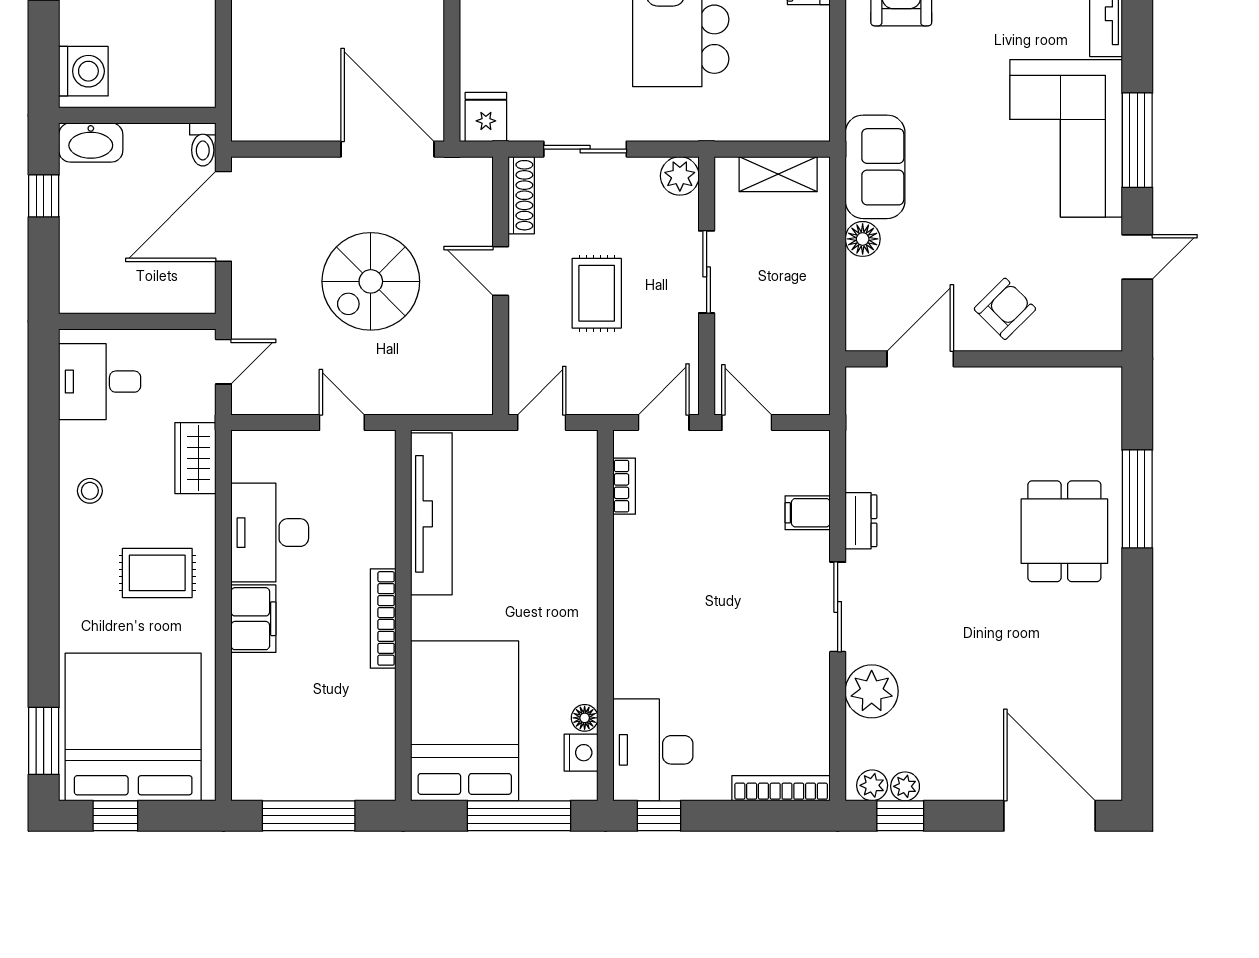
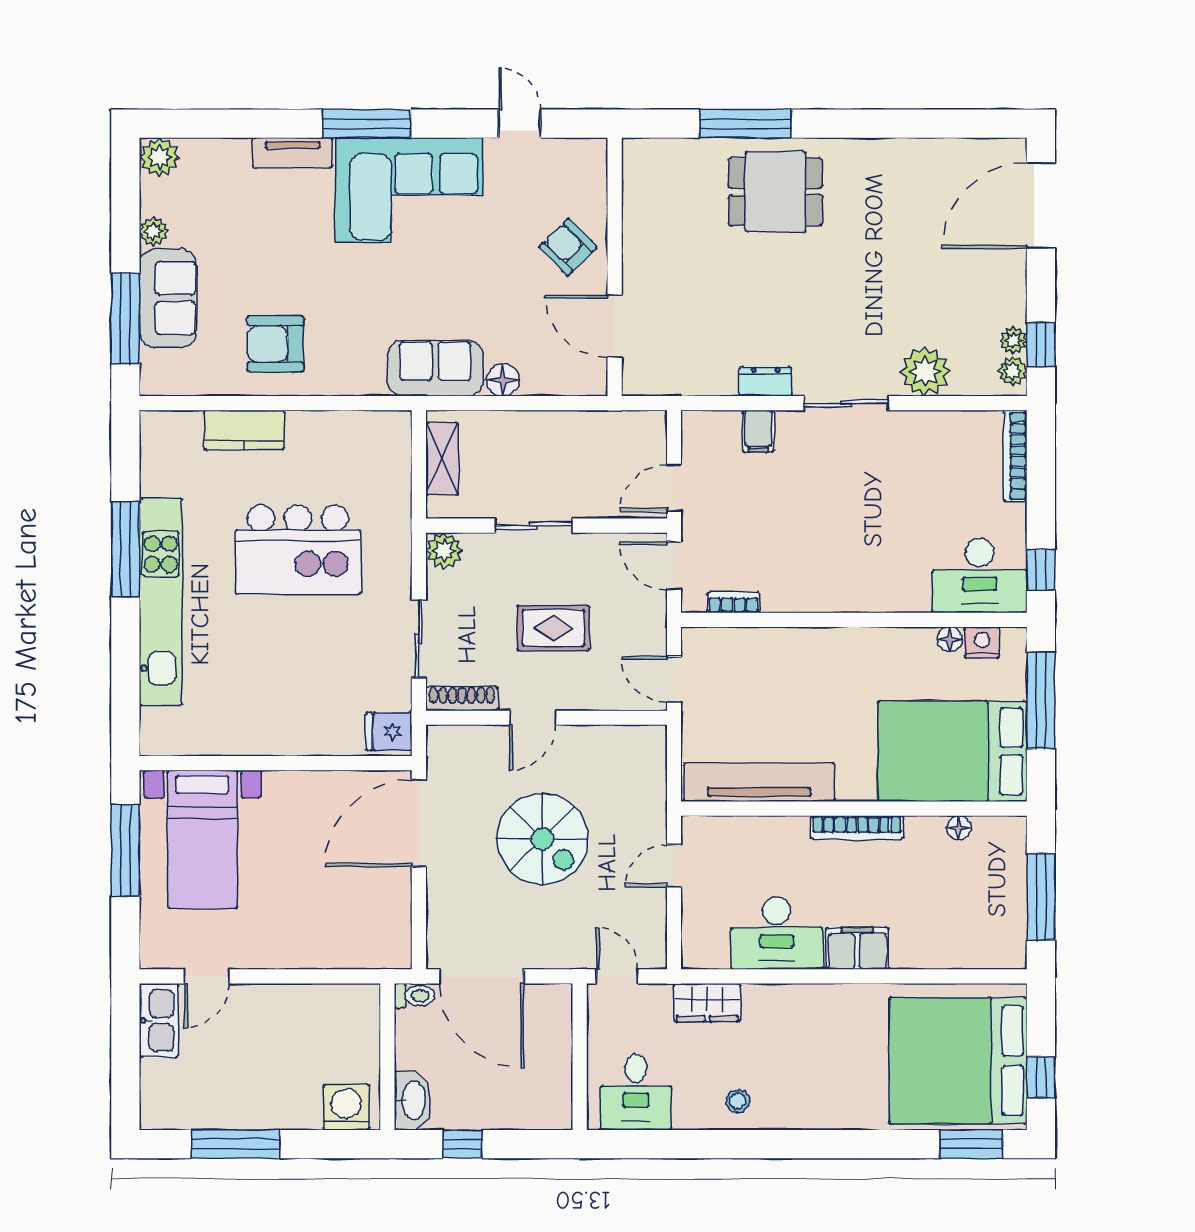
window: (1137, 140) -> (367, 124), moved
rug: (157, 573) -> (814, 1038), removed
floor lamp: (383, 728) -> (959, 828), added

